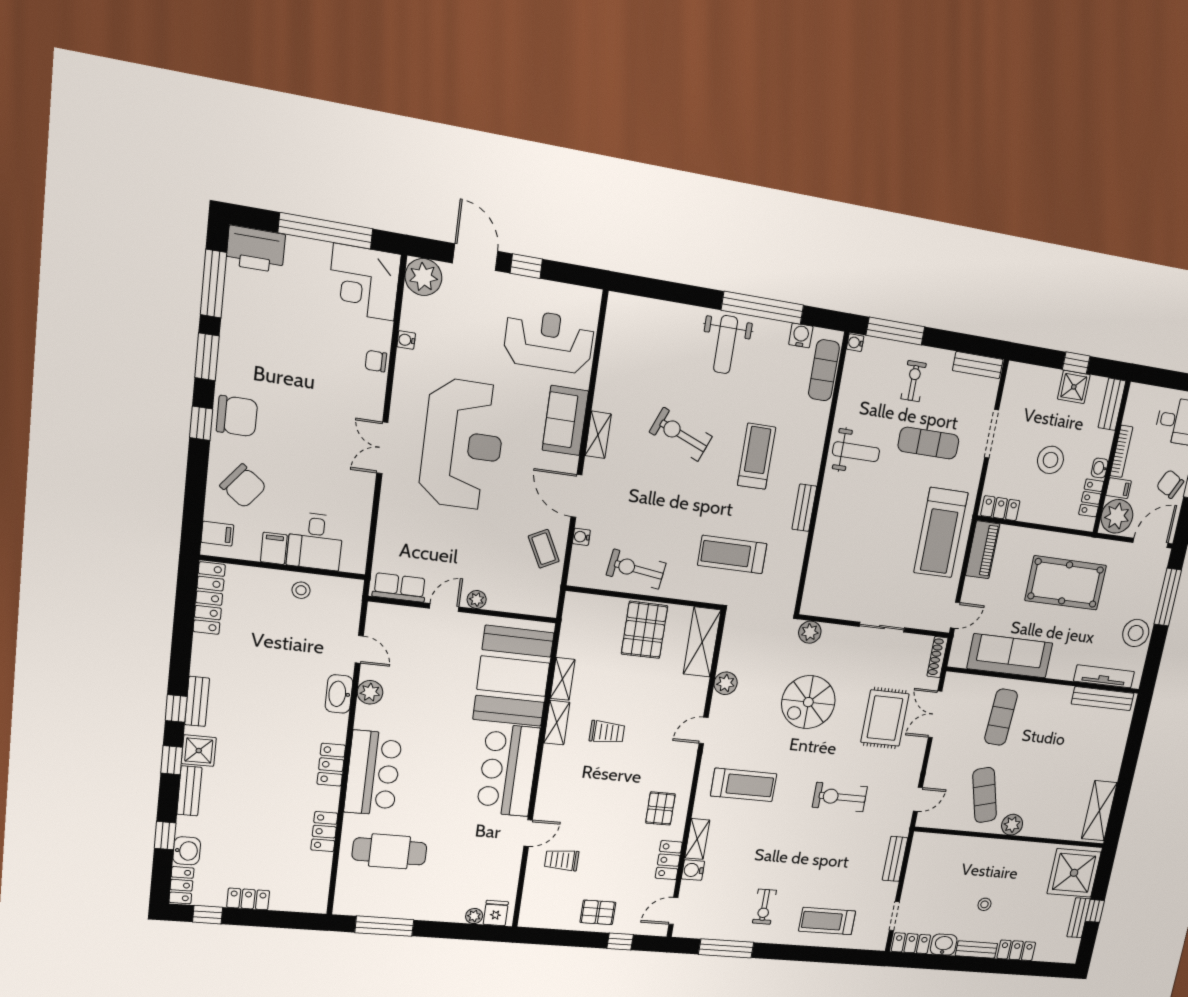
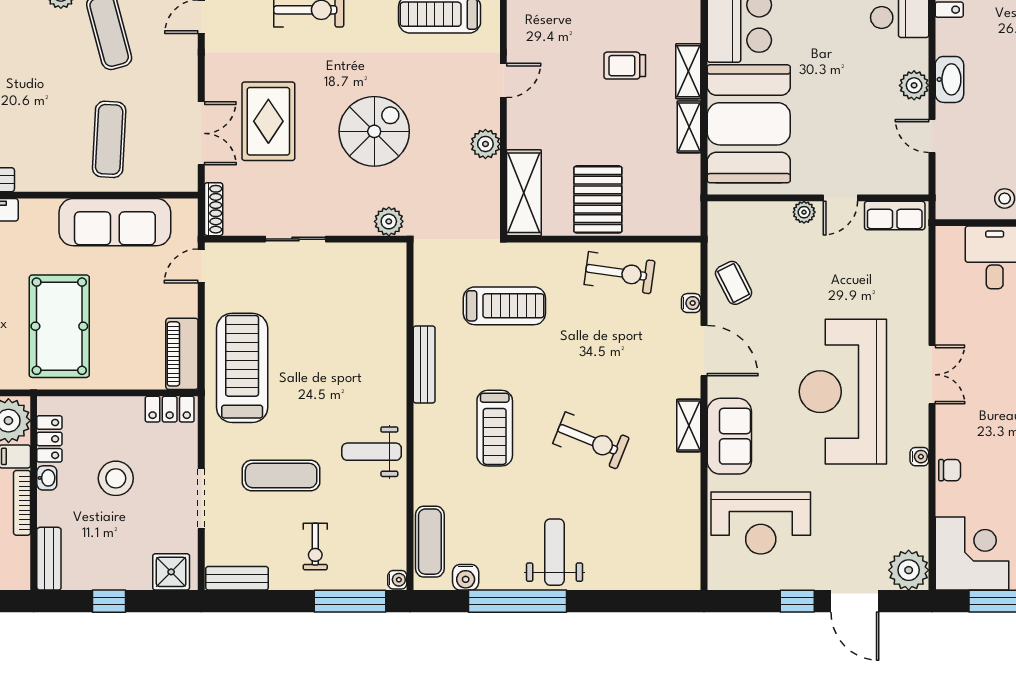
water cooler: (406, 340) -> (919, 457), moved
shower: (1074, 387) -> (171, 572), moved
bench: (804, 508) -> (424, 364), width x1.36
pool table: (1066, 583) -> (59, 326), turned 90

